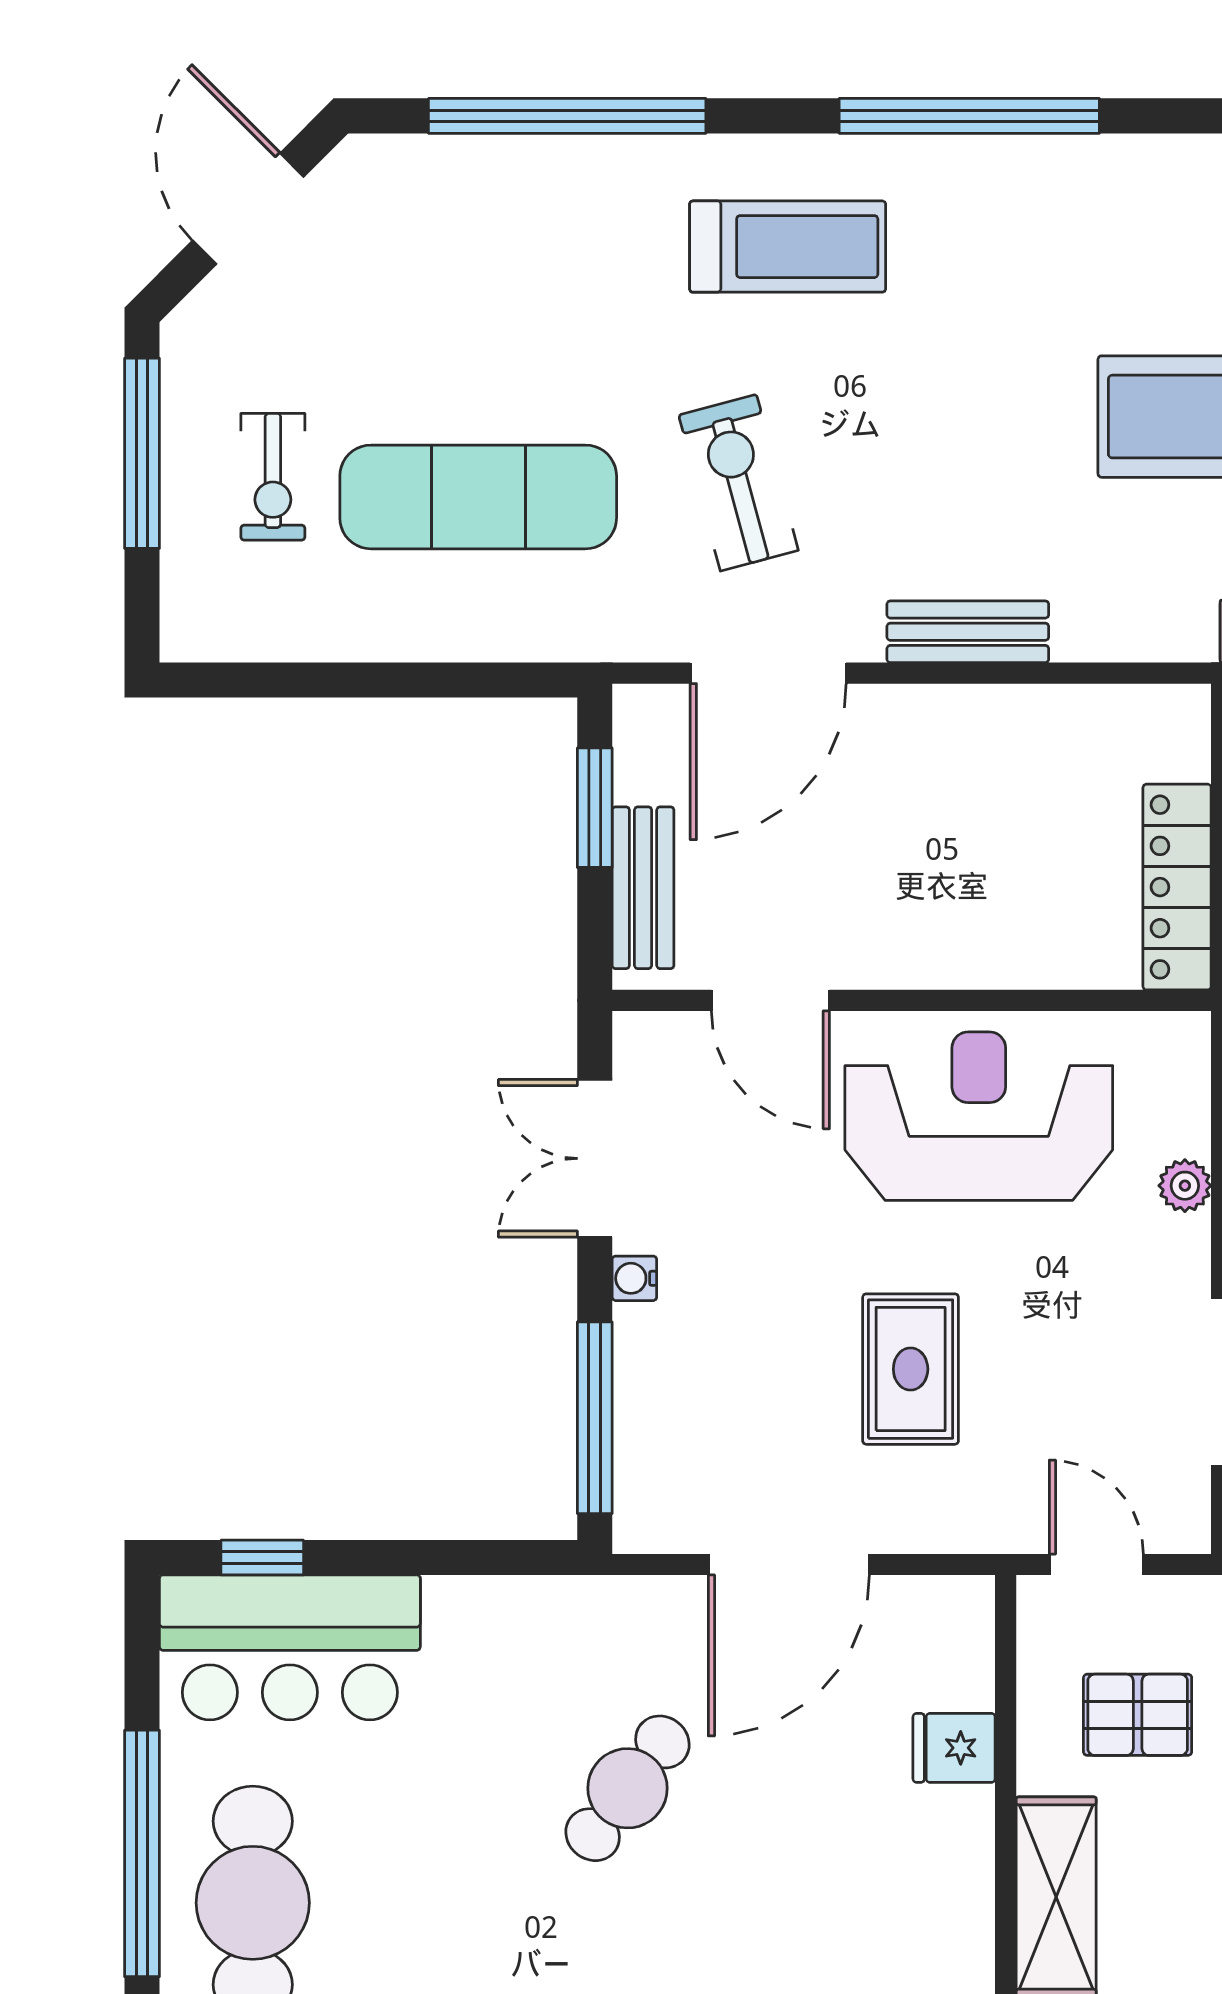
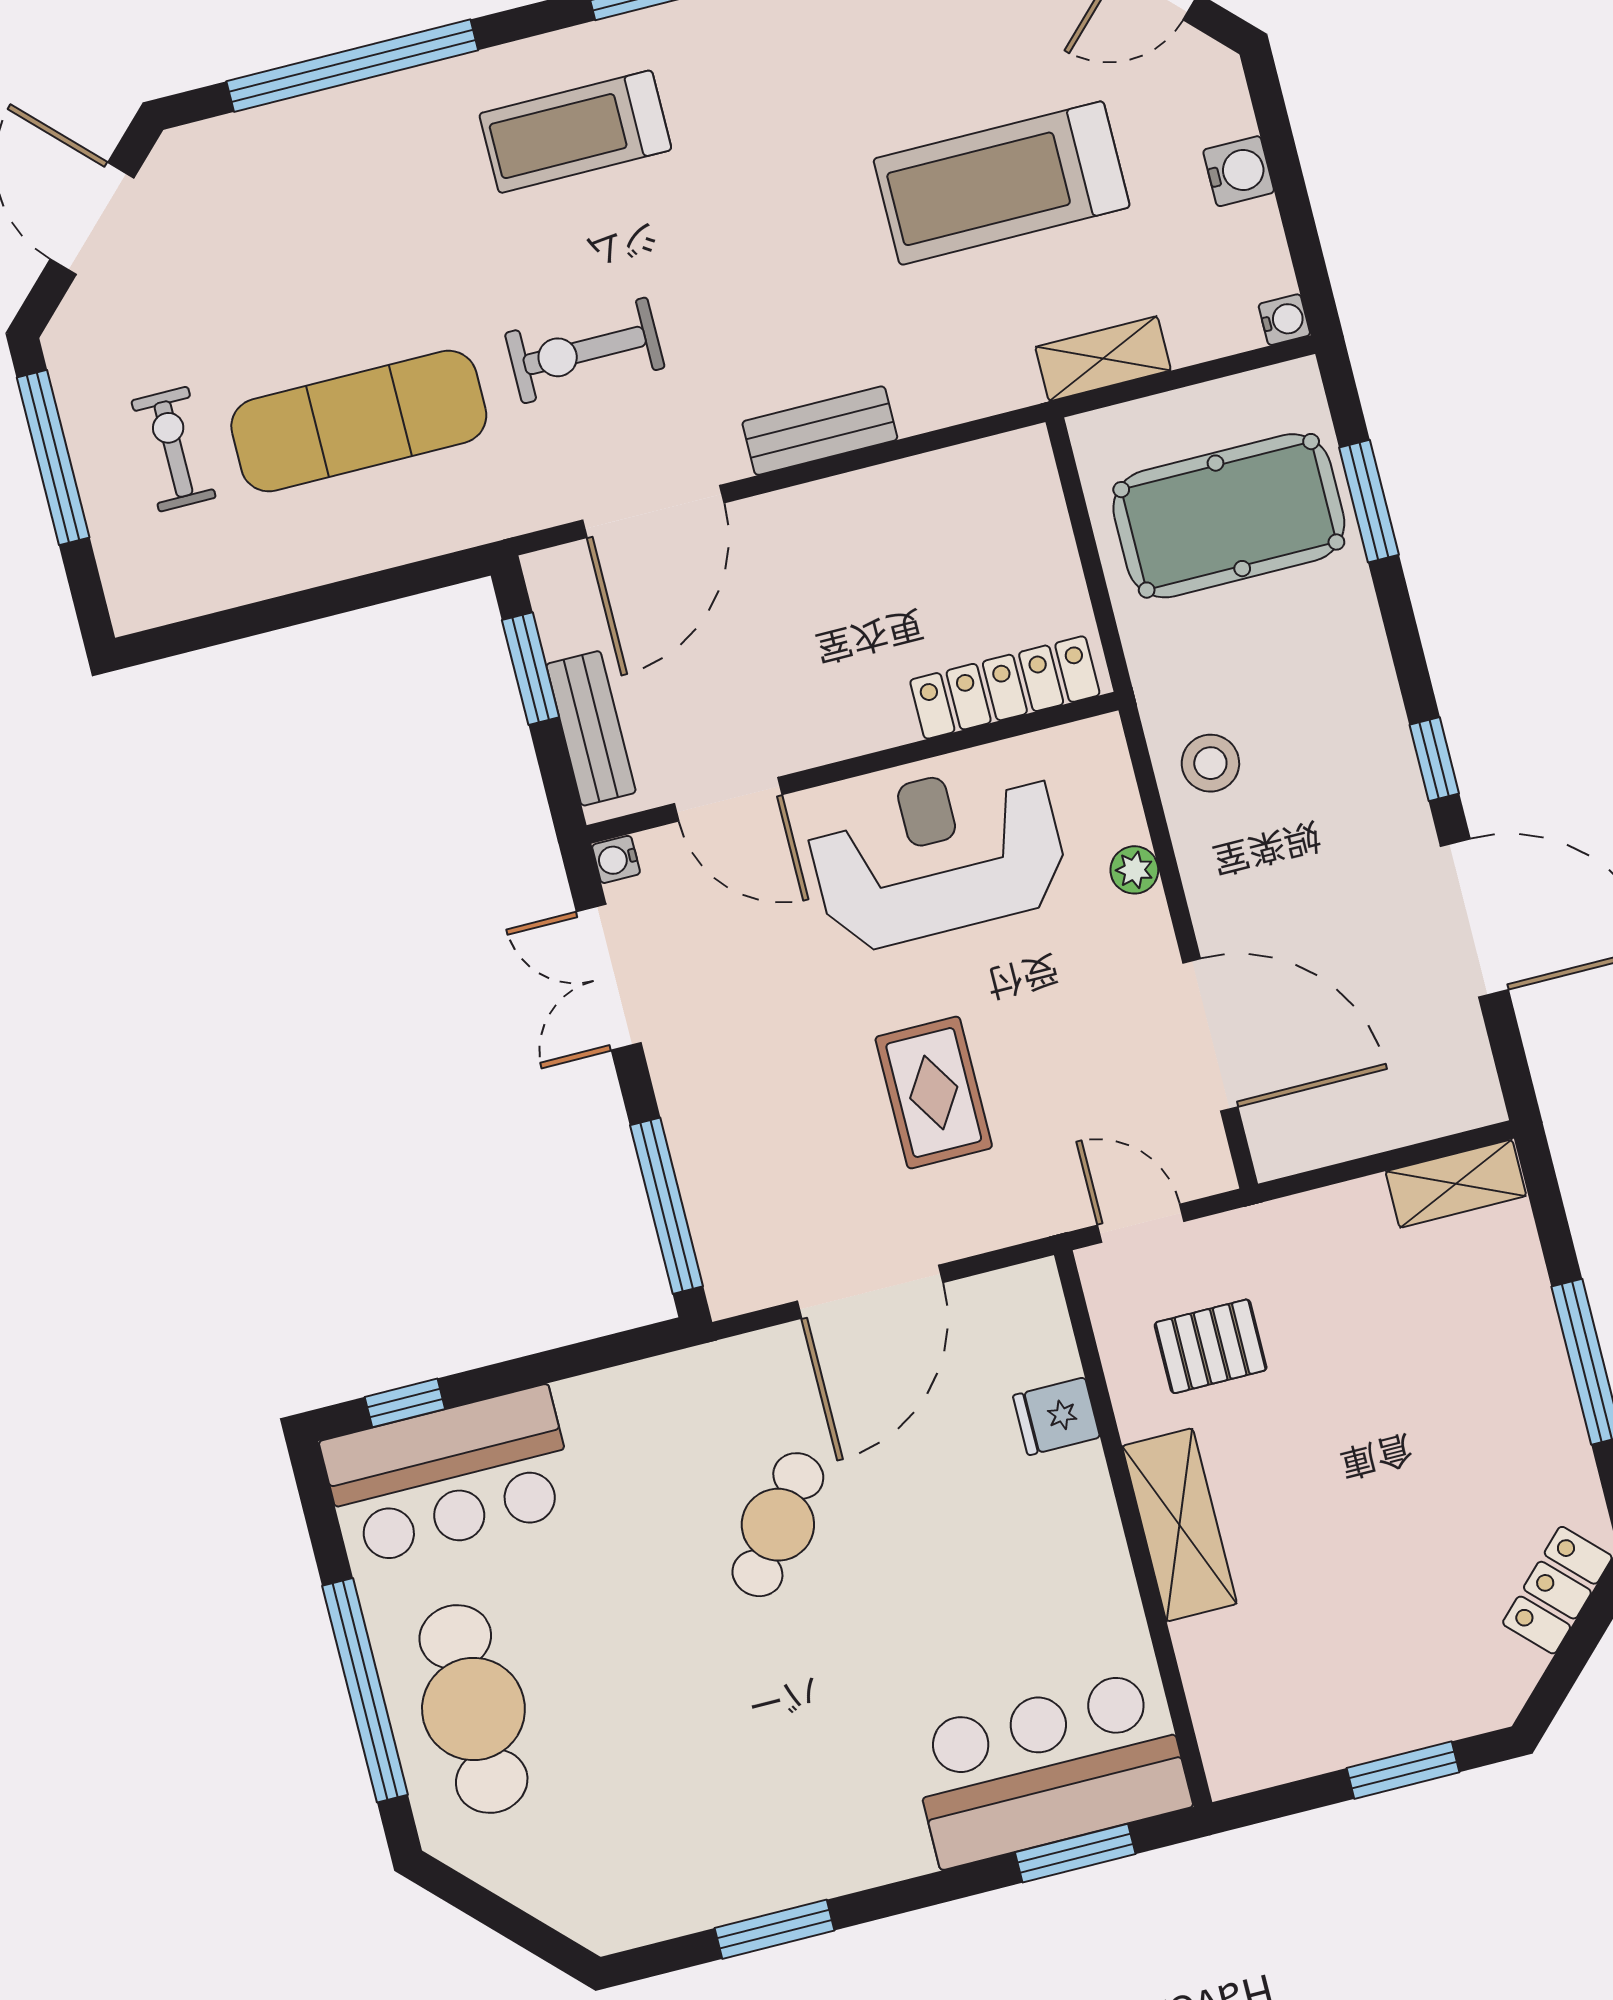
treadmill: (788, 247) -> (575, 132), turned 180
exercise bike: (273, 477) -> (174, 449), turned 180
exercise bike: (738, 483) -> (585, 350), turned -75
locker: (1177, 887) -> (1005, 687), moved, turned 90
water cooler: (634, 1278) -> (616, 859), moved

